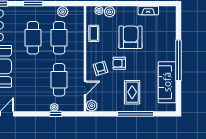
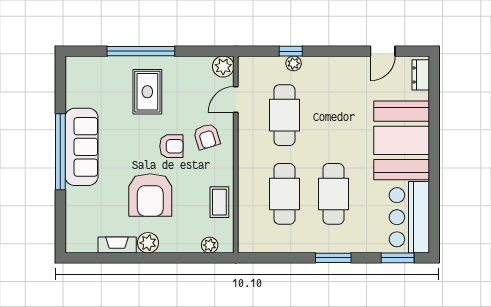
plant: (63, 12) -> (278, 243), removed
plant: (110, 12) -> (148, 243), moved
sofa: (167, 82) -> (81, 147), moved

